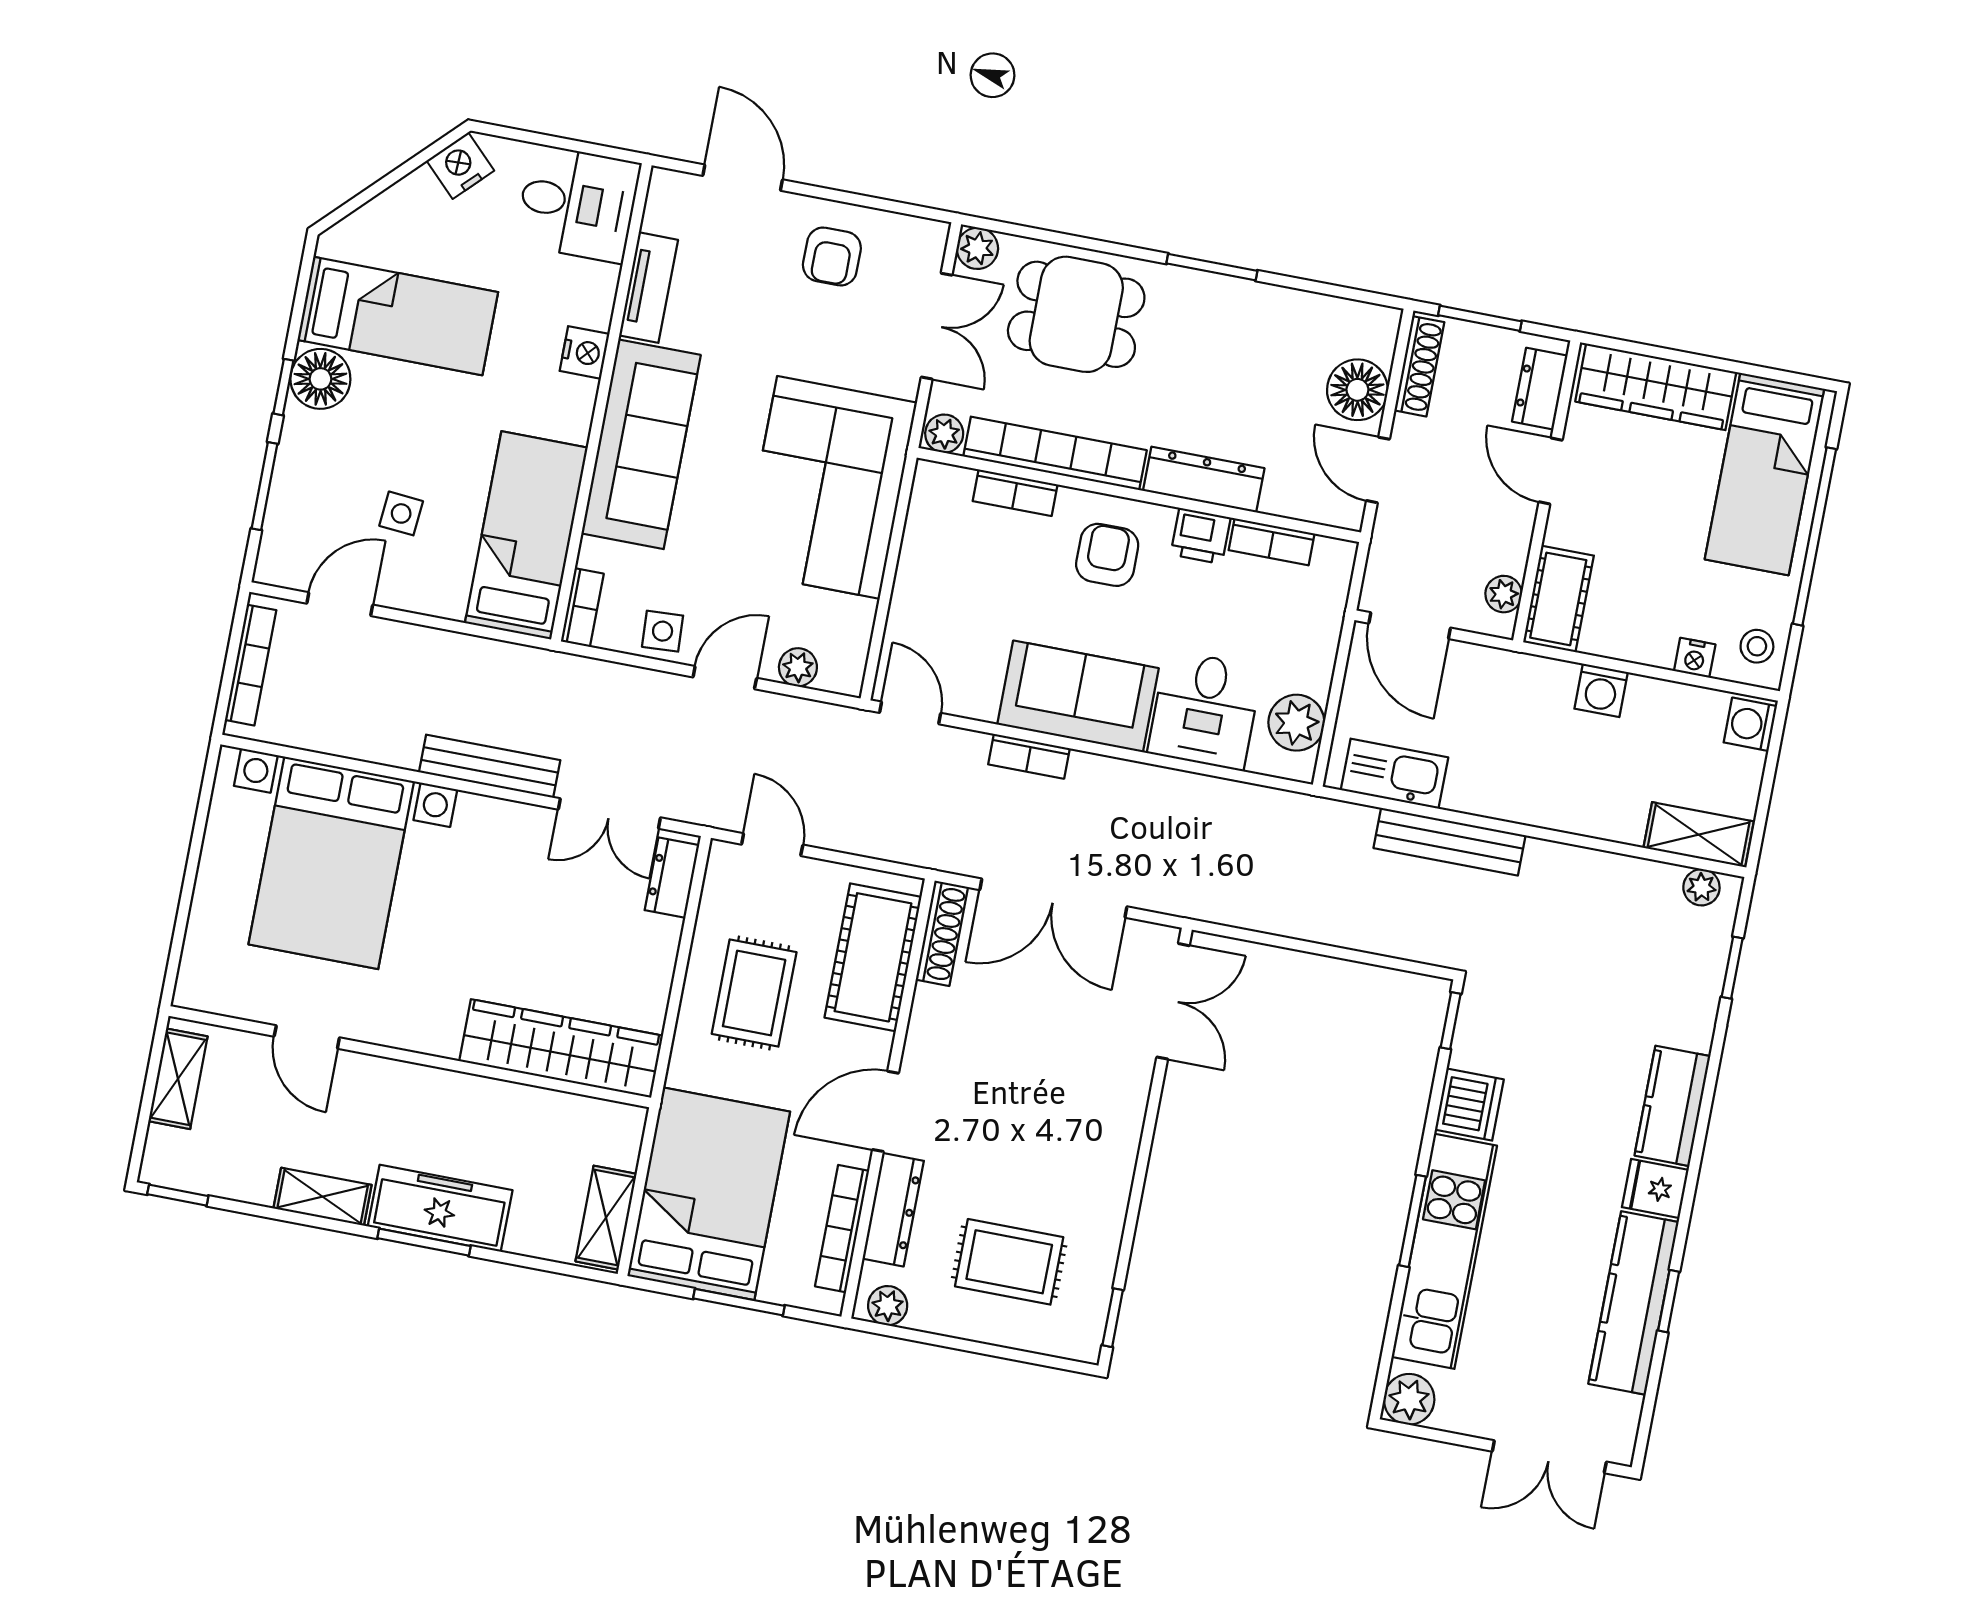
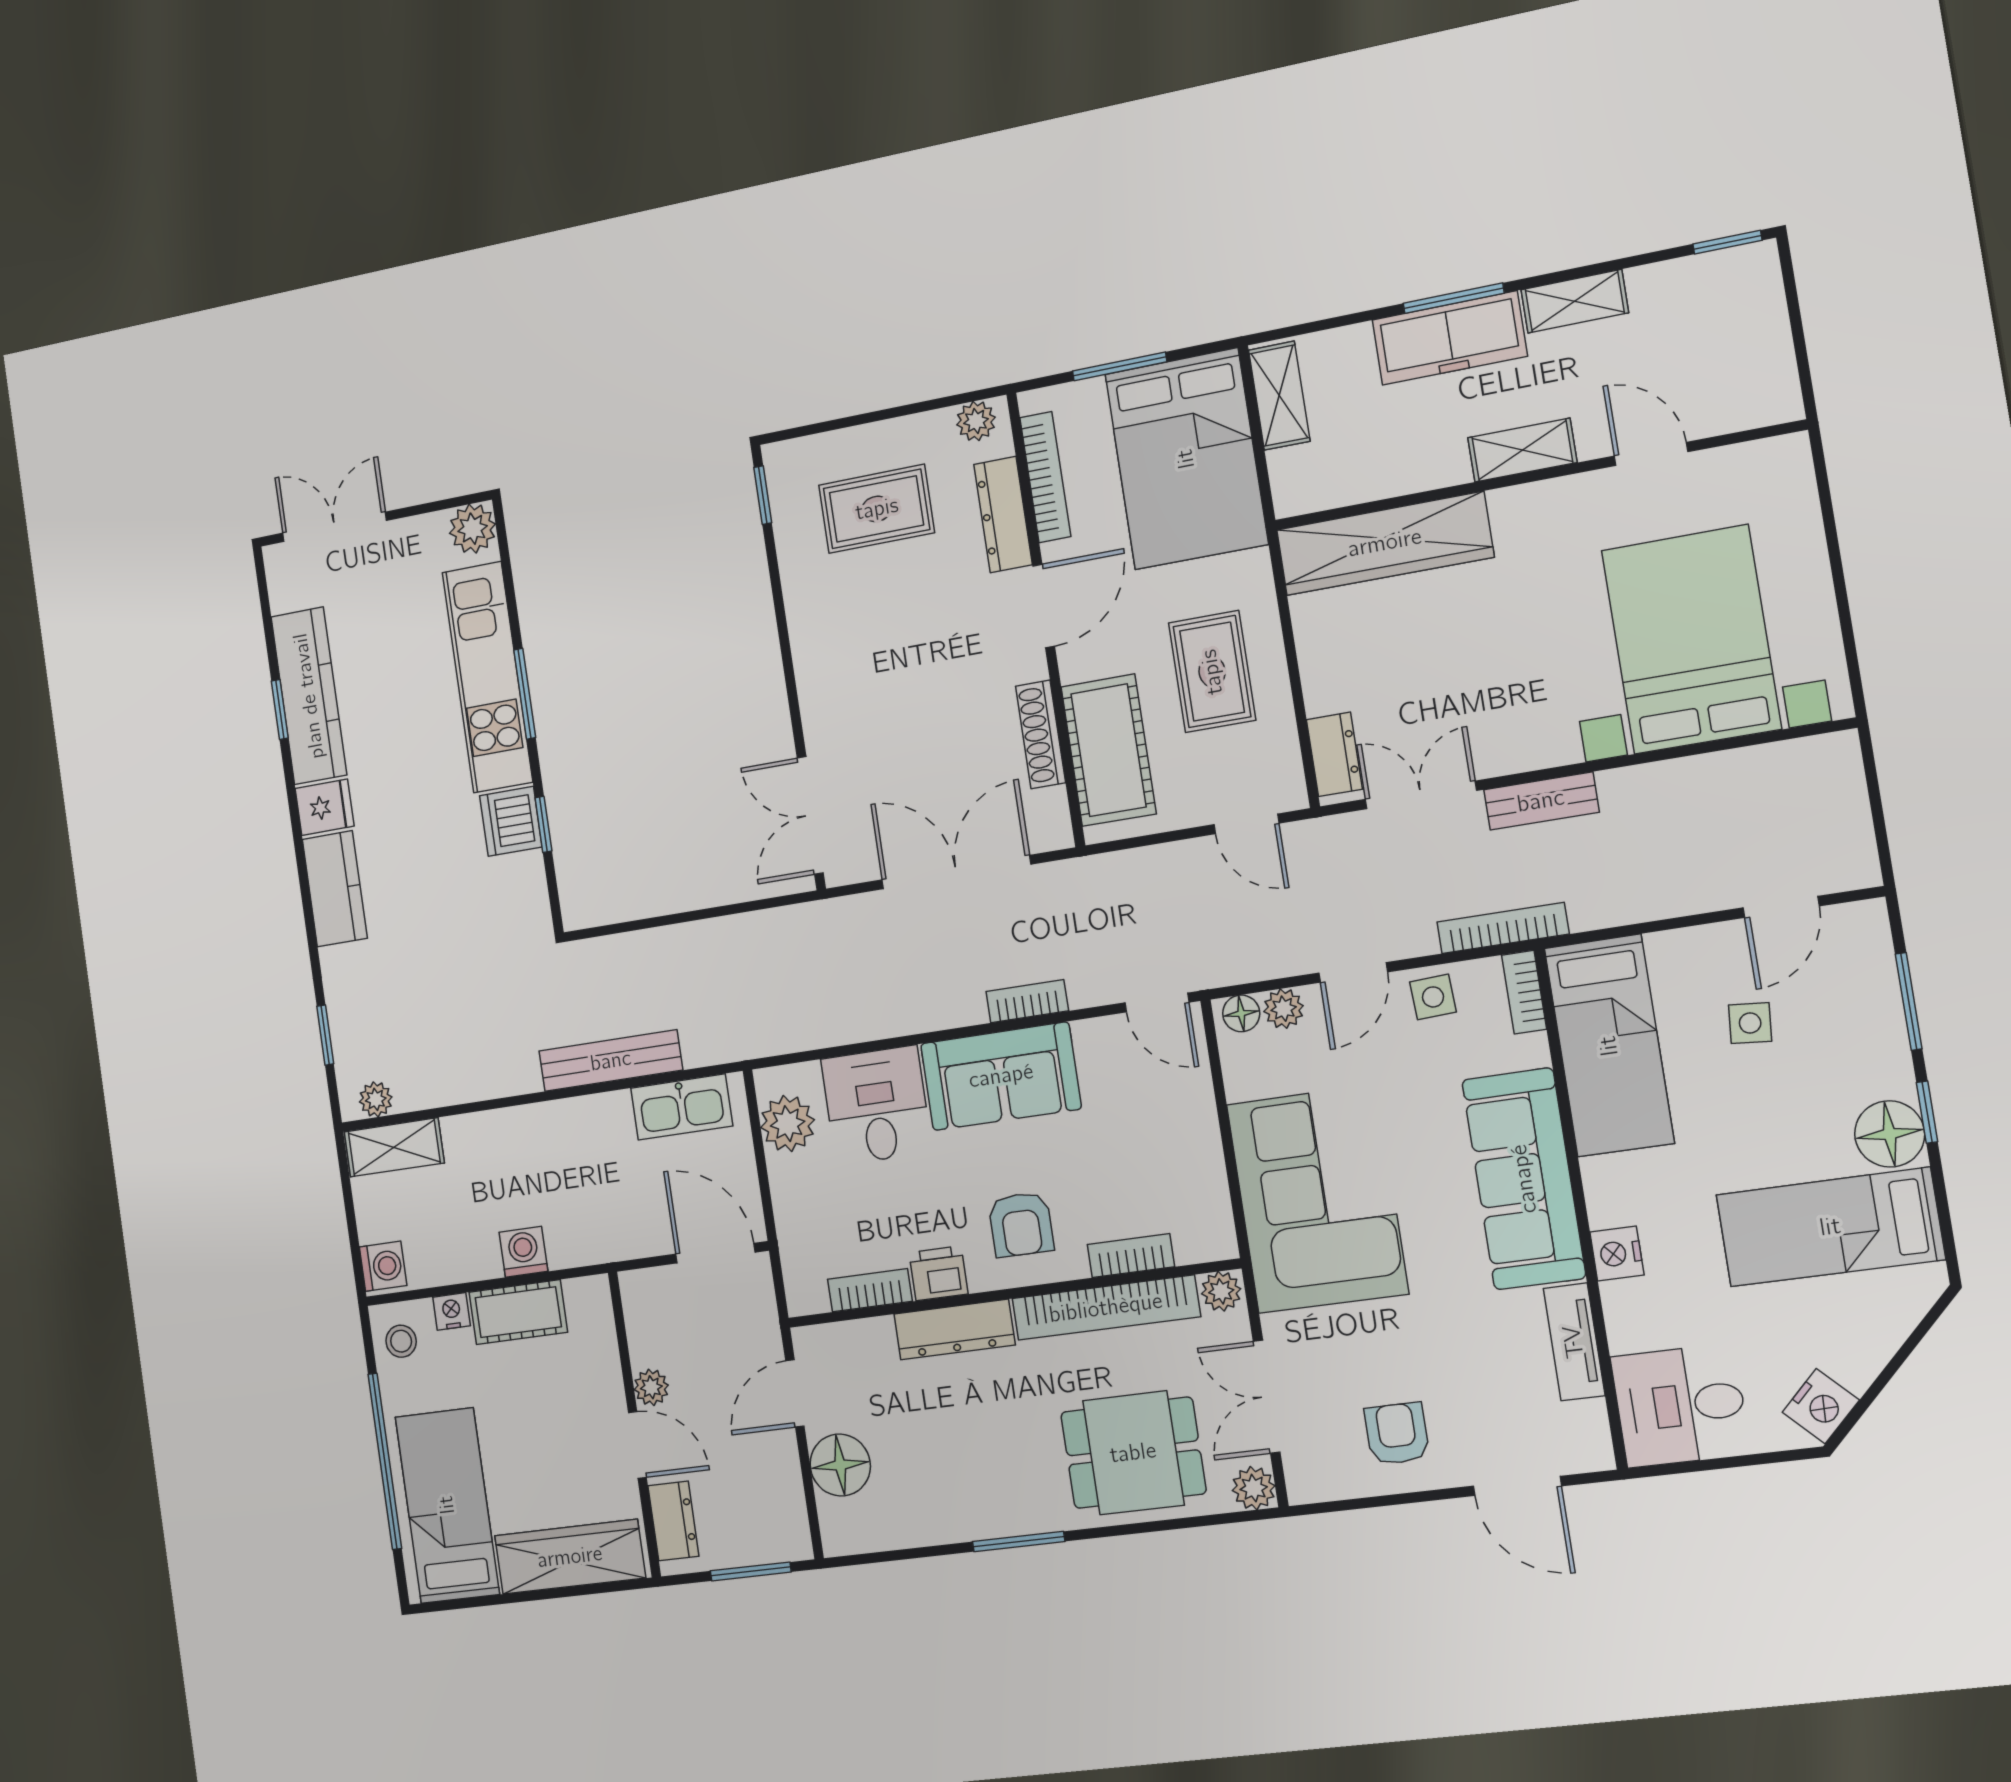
shoe rack: (1419, 366) -> (791, 1507), removed
door: (1378, 470) -> (795, 1393), swing flipped
plant: (1504, 594) -> (651, 1387), moved
cot: (1558, 599) -> (518, 1312), moved, turned 90
bookcase: (251, 665) -> (1503, 928), moved, turned 90
floor lamp: (837, 676) -> (1241, 1013), added
bench: (490, 766) -> (1541, 801), width x0.73
shoe rack: (942, 933) -> (1041, 734), moved
window: (1451, 1021) -> (543, 824), moved
shelving: (178, 1079) -> (1522, 450), moved, turned 90

